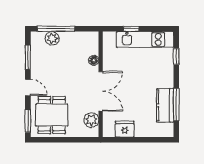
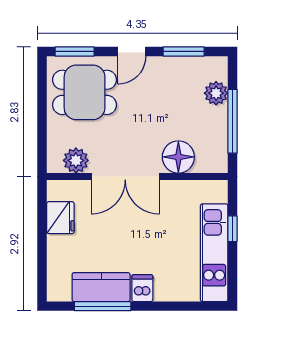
window: (56, 29) -> (232, 121), moved
window: (176, 56) -> (185, 306), removed
floor lamp: (94, 60) -> (178, 157), width x1.89, depth x1.89
dishwasher: (166, 81) -> (142, 288), added

